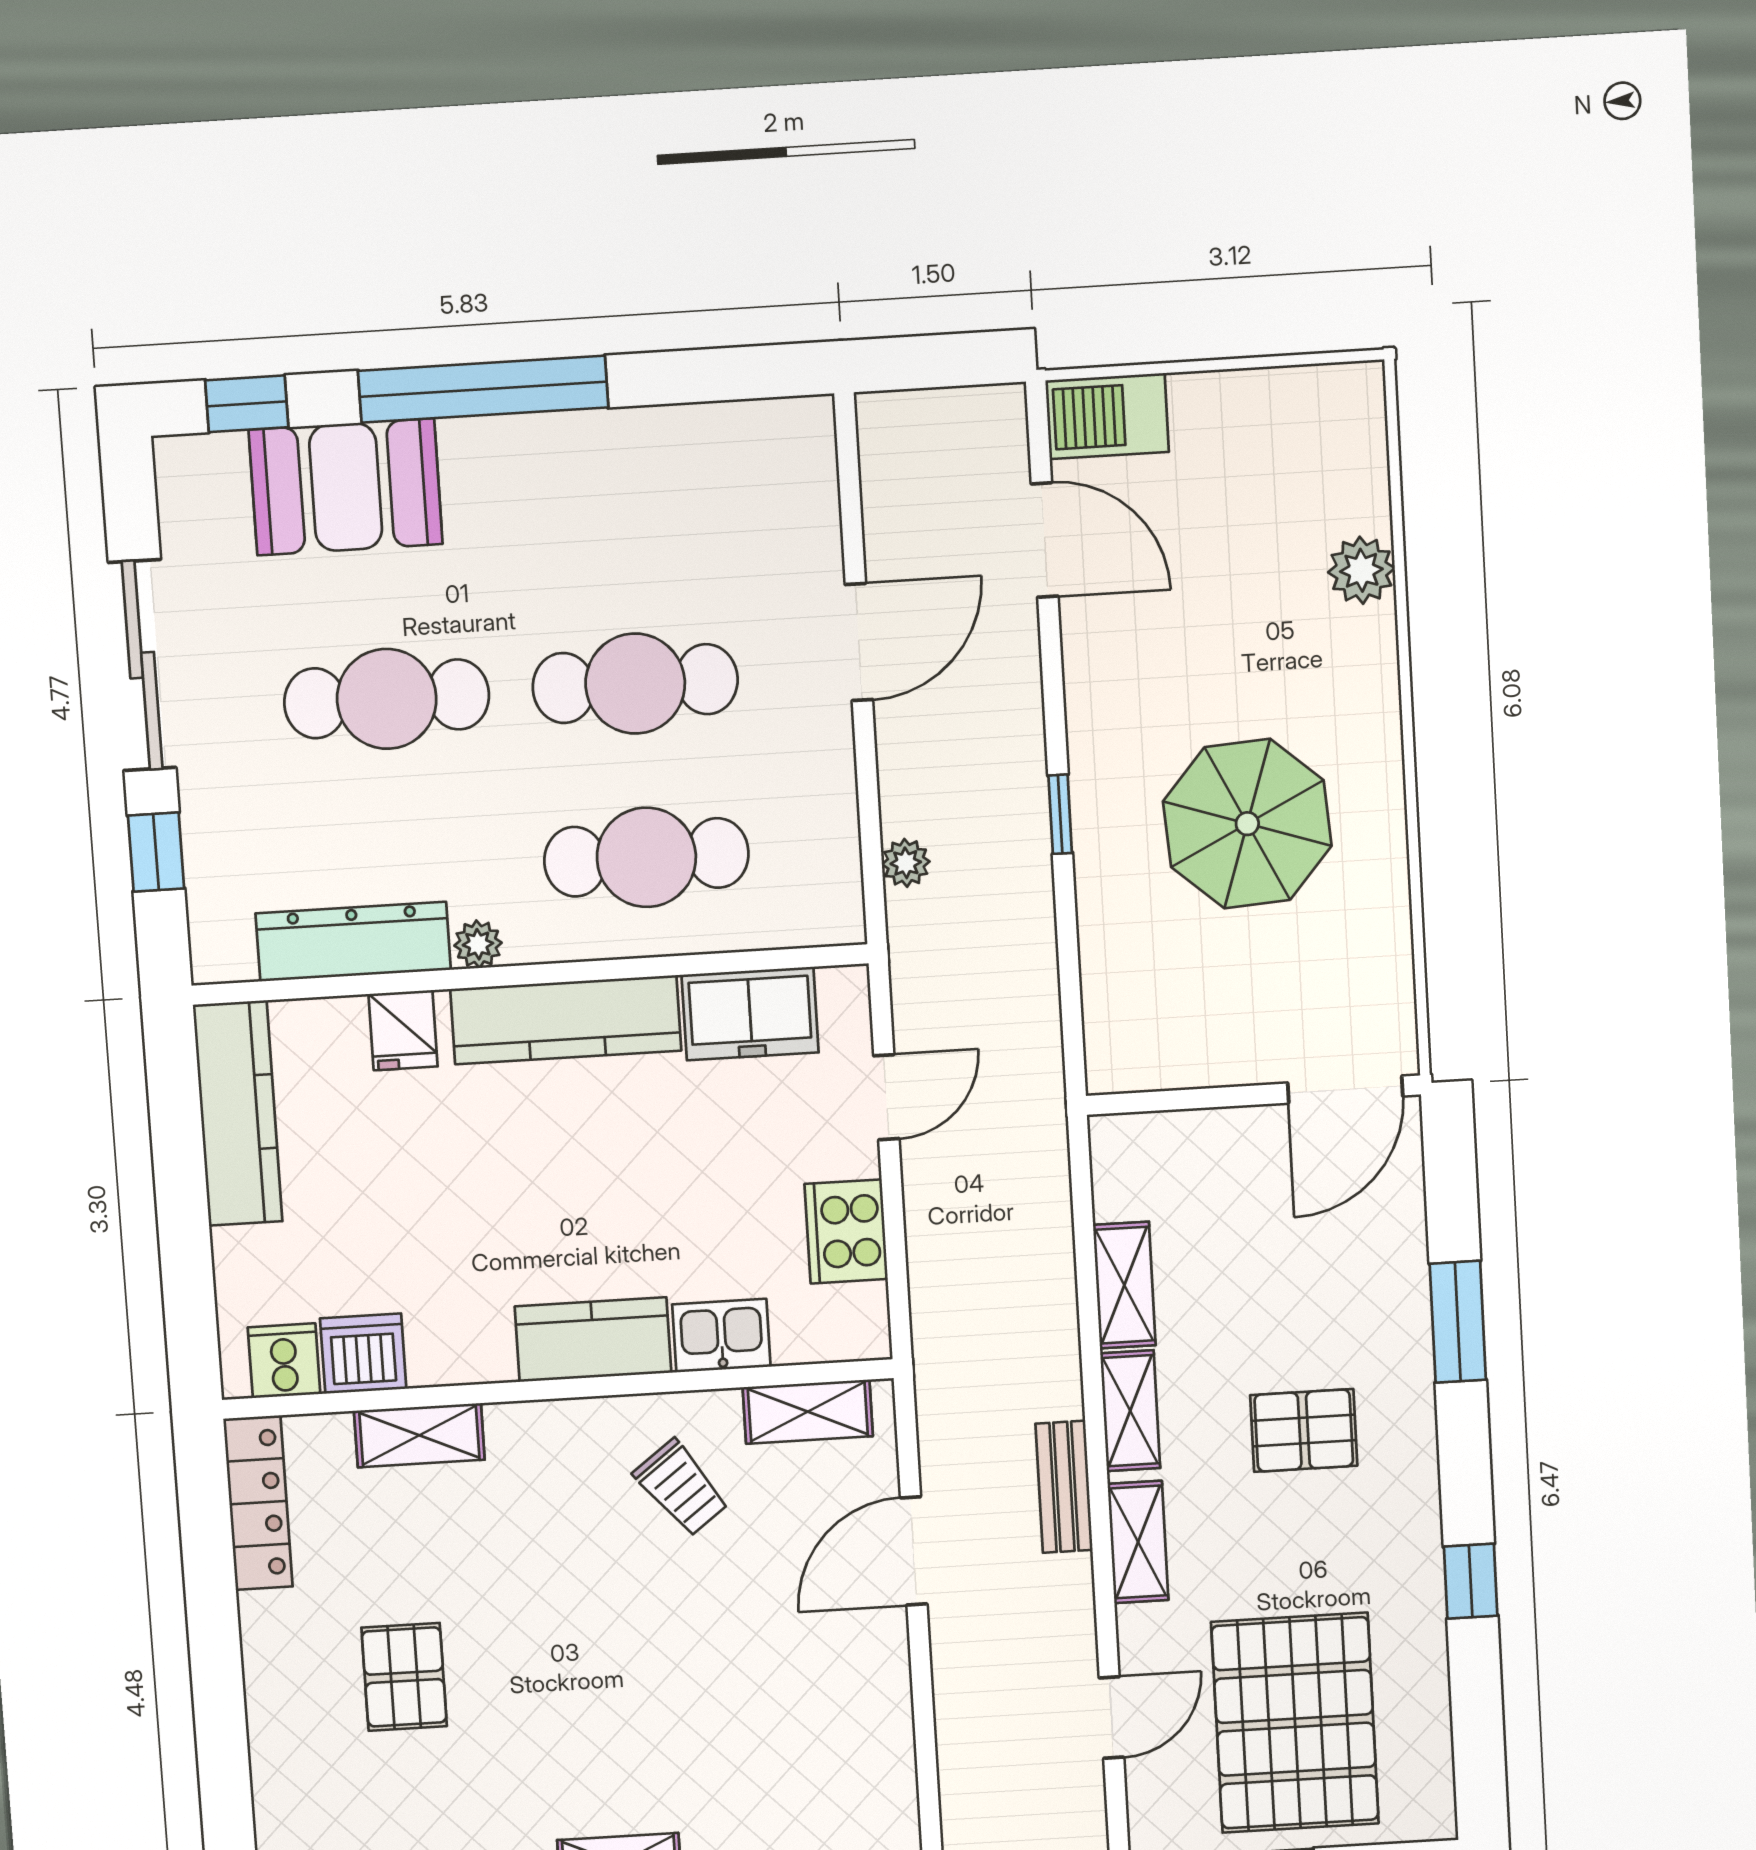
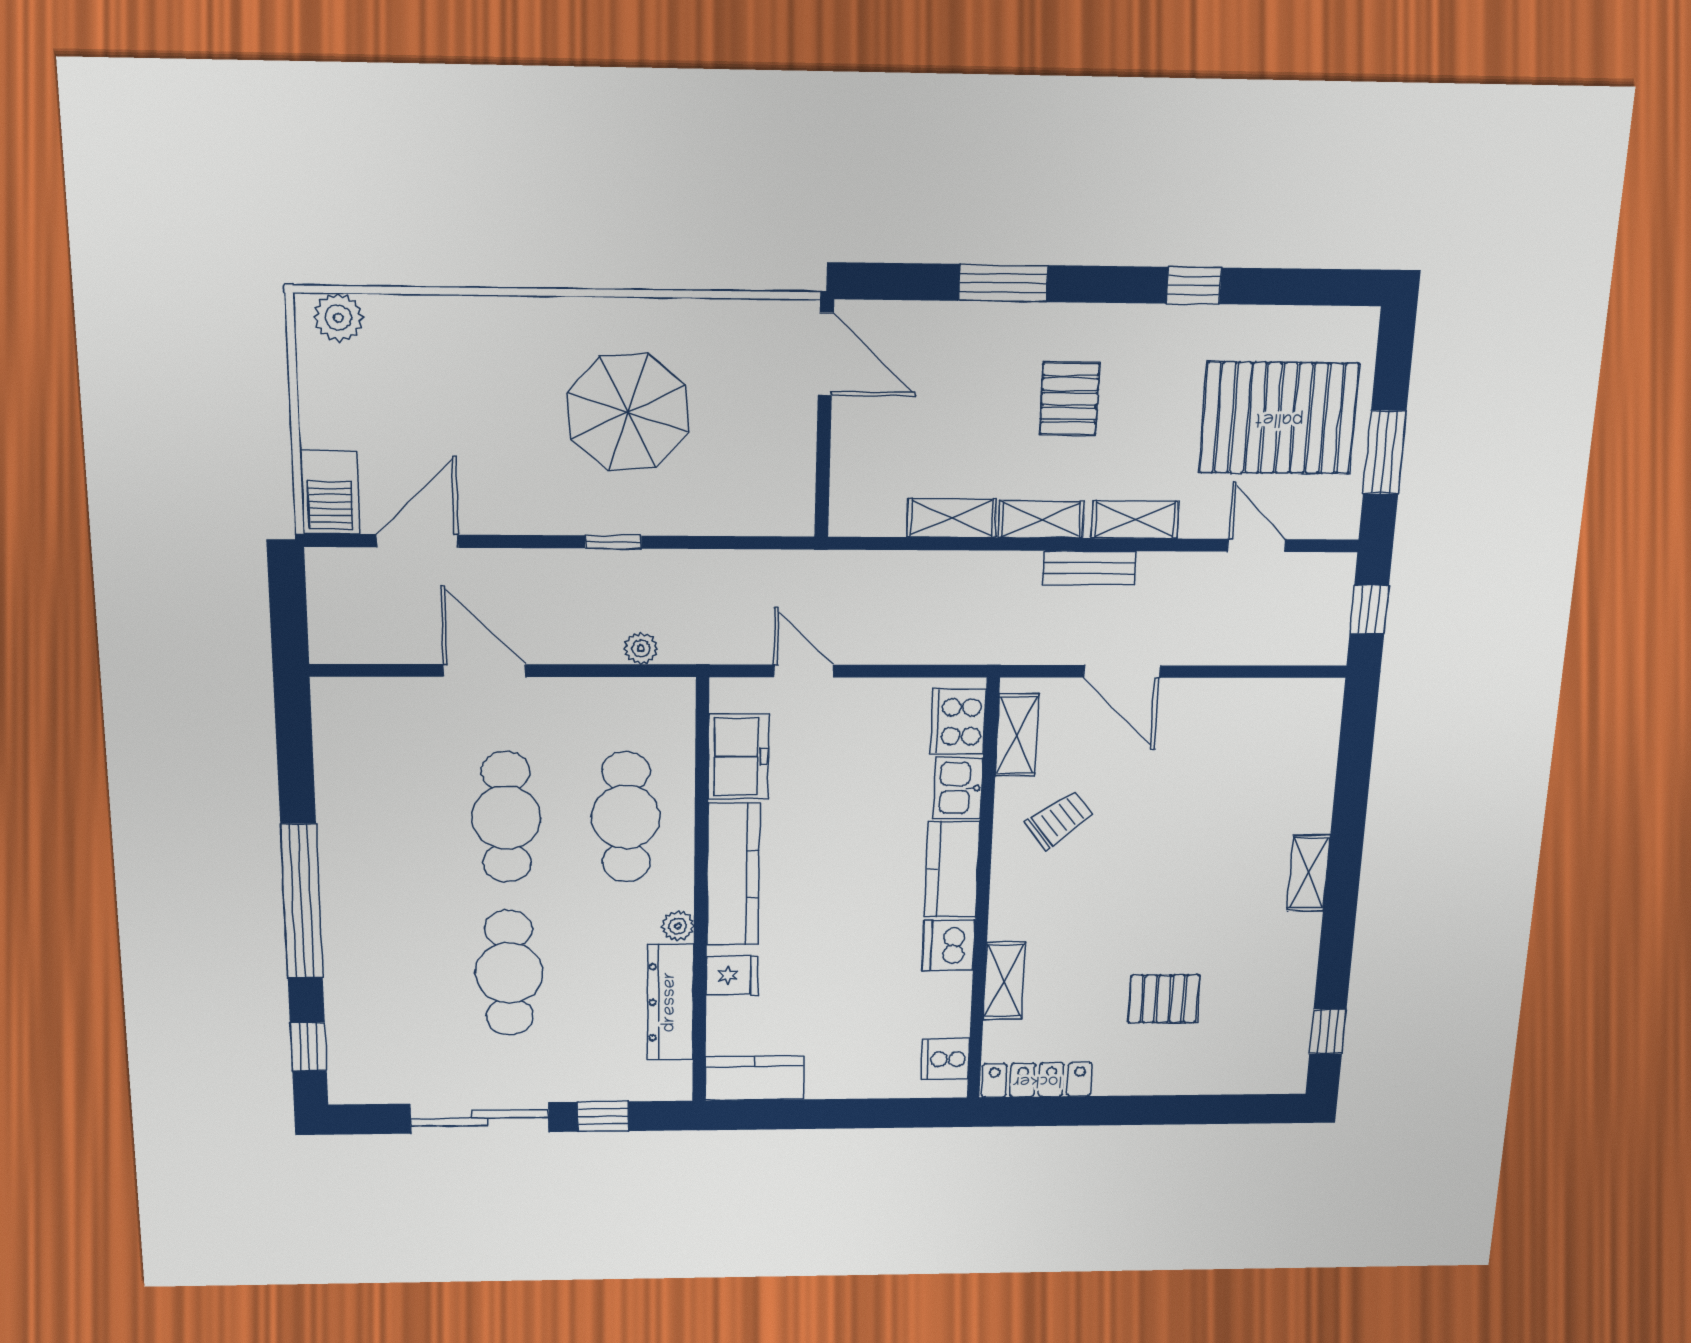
booth: (346, 487) -> (366, 990), removed
plant: (1361, 570) -> (338, 318), moved
kitchen counter: (238, 1113) -> (754, 1078), width x0.67
cooker: (846, 1231) -> (958, 722), moved, turned 90
dishwasher: (363, 1354) -> (949, 945), moved

